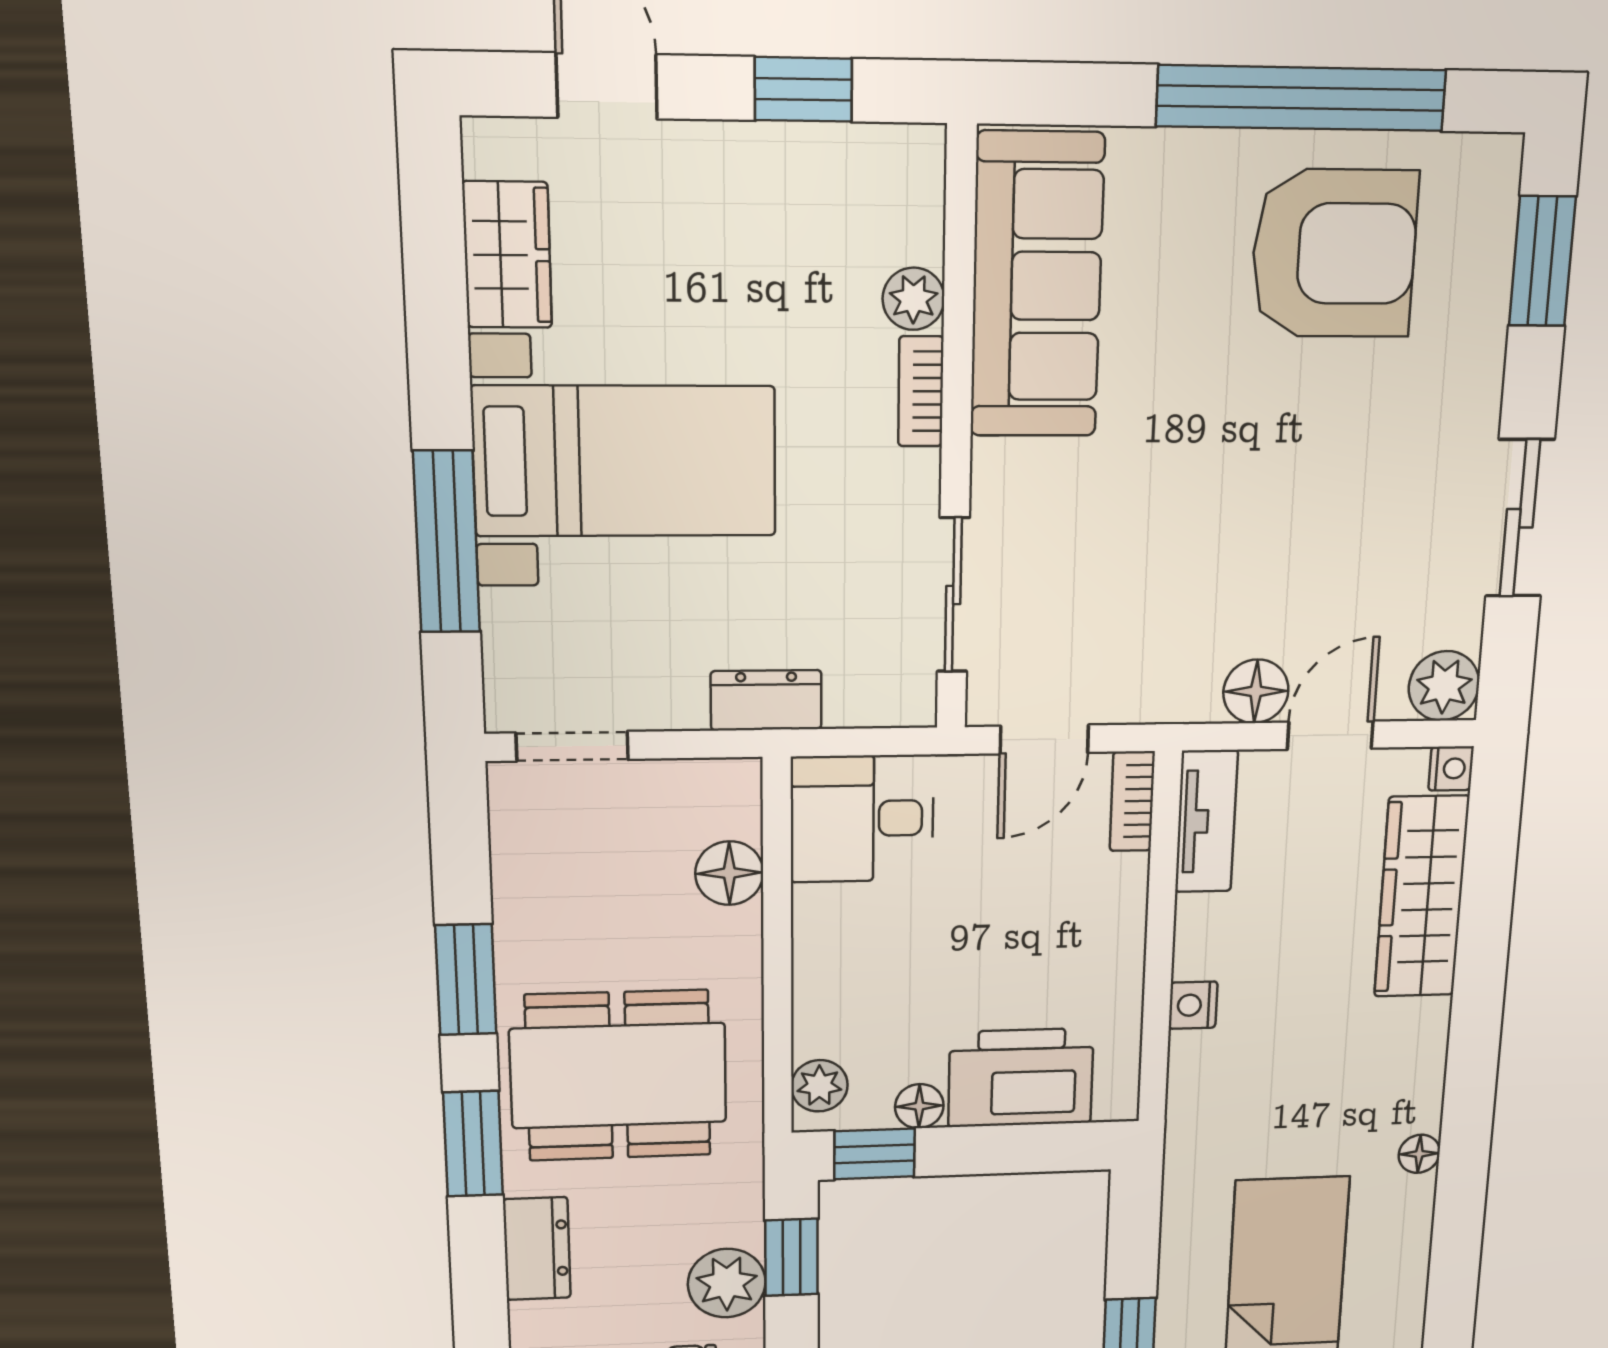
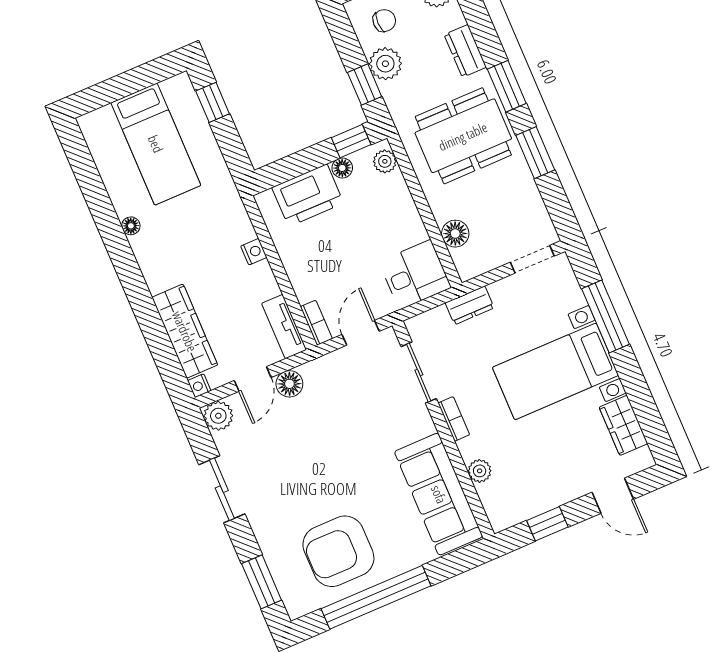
bookcase: (921, 391) -> (454, 419), moved

